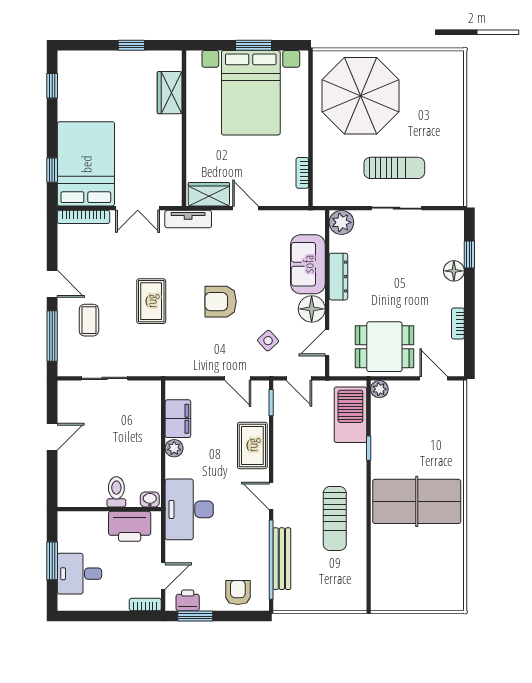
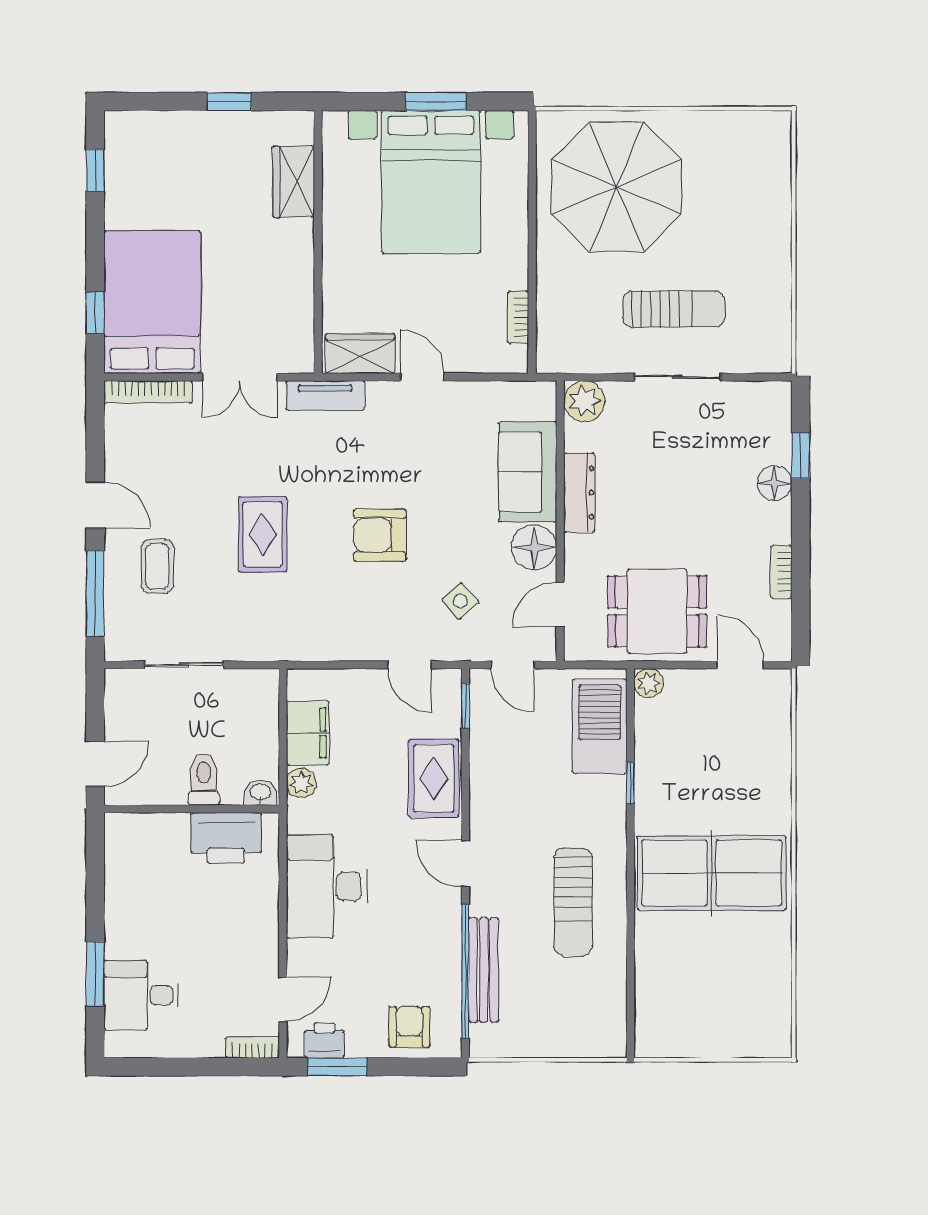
toilet: (116, 492) -> (204, 780), moved
washbasin: (150, 499) -> (260, 792), moved
wall: (109, 509) -> (192, 809), moved
printer: (130, 526) -> (226, 838), moved

